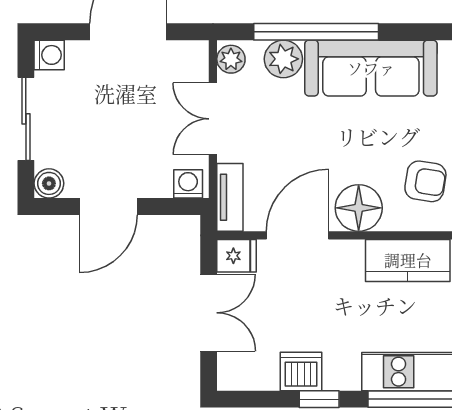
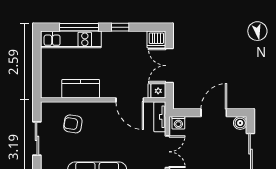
floor lamp: (359, 208) -> (103, 112), removed
door: (298, 235) -> (130, 100), hinge flipped
dishwasher: (301, 371) -> (156, 39), moved

